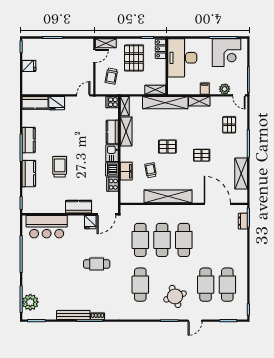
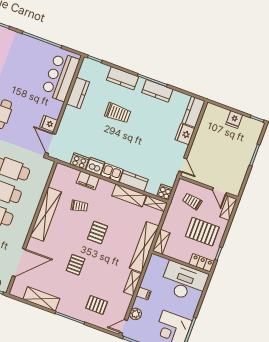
kitchen counter: (78, 207) -> (78, 93), moved

